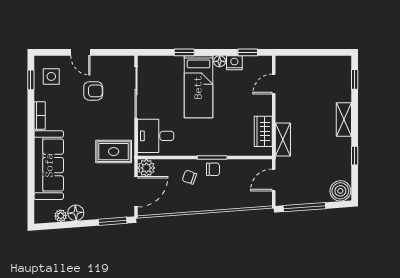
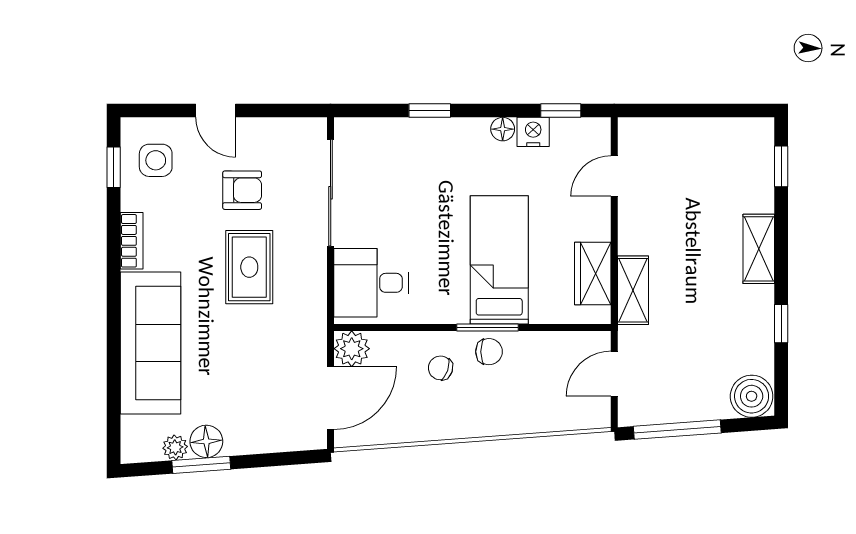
bed: (198, 87) -> (499, 260), moved, turned 180
rug: (114, 152) -> (249, 267), moved, turned 90
window: (113, 221) -> (201, 465), moved

